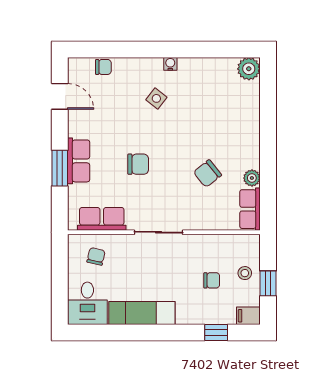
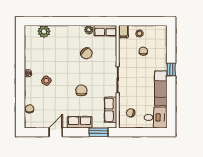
plant: (249, 69) -> (44, 31), moved
door: (60, 96) -> (56, 132), moved
window: (60, 168) -> (99, 132), moved
window: (268, 283) -> (145, 21), removed
filing cabinet: (248, 316) -> (123, 32), moved
window: (216, 332) -> (171, 69), moved

